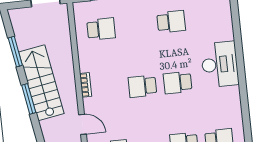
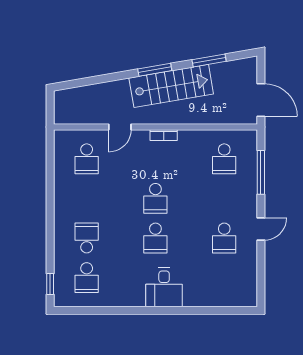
desk: (220, 64) -> (164, 287), width x0.73
school desk: (178, 83) -> (155, 238), turned 180
school desk: (142, 86) -> (155, 198), turned 180

